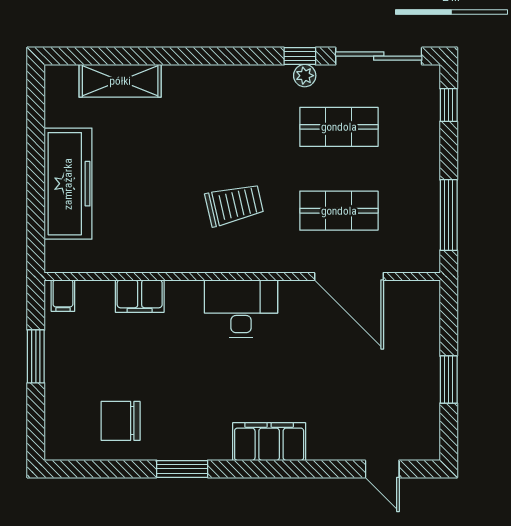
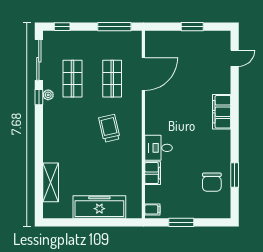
desk: (241, 309) -> (159, 148), moved, width x0.73
window: (182, 469) -> (235, 175), moved

